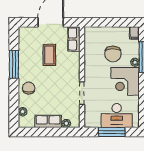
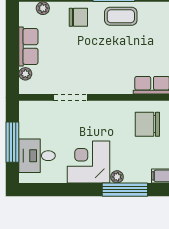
chair: (113, 54) -> (147, 124), moved
coffee table: (49, 55) -> (121, 16), moved
desk: (117, 116) -> (37, 156), width x0.73

